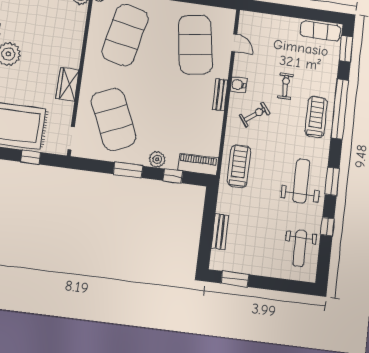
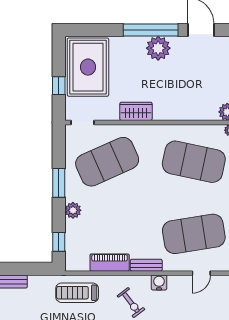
piano: (198, 164) -> (110, 263), moved, turned -90
treadmill: (239, 166) -> (77, 293), turned 180
window: (173, 176) -> (59, 242), moved

